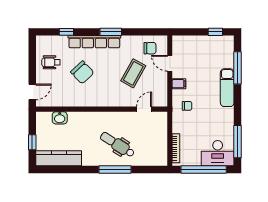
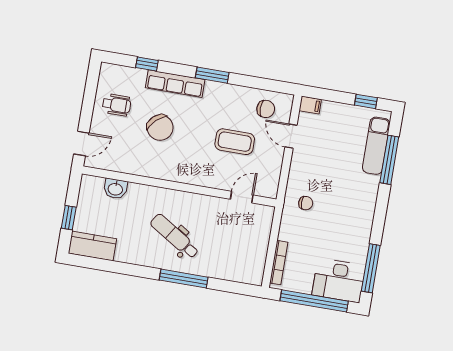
row of seats: (94, 42) -> (175, 84), width x0.73
wheelchair: (51, 62) -> (117, 105), turned 180
coffee table: (133, 73) -> (235, 142), turned 61
filing cabinet: (179, 84) -> (310, 105), moved
exam couch: (227, 88) -> (376, 146), moved
dental chair: (117, 145) -> (175, 236), moved
kitchen counter: (59, 158) -> (92, 246), width x0.67

